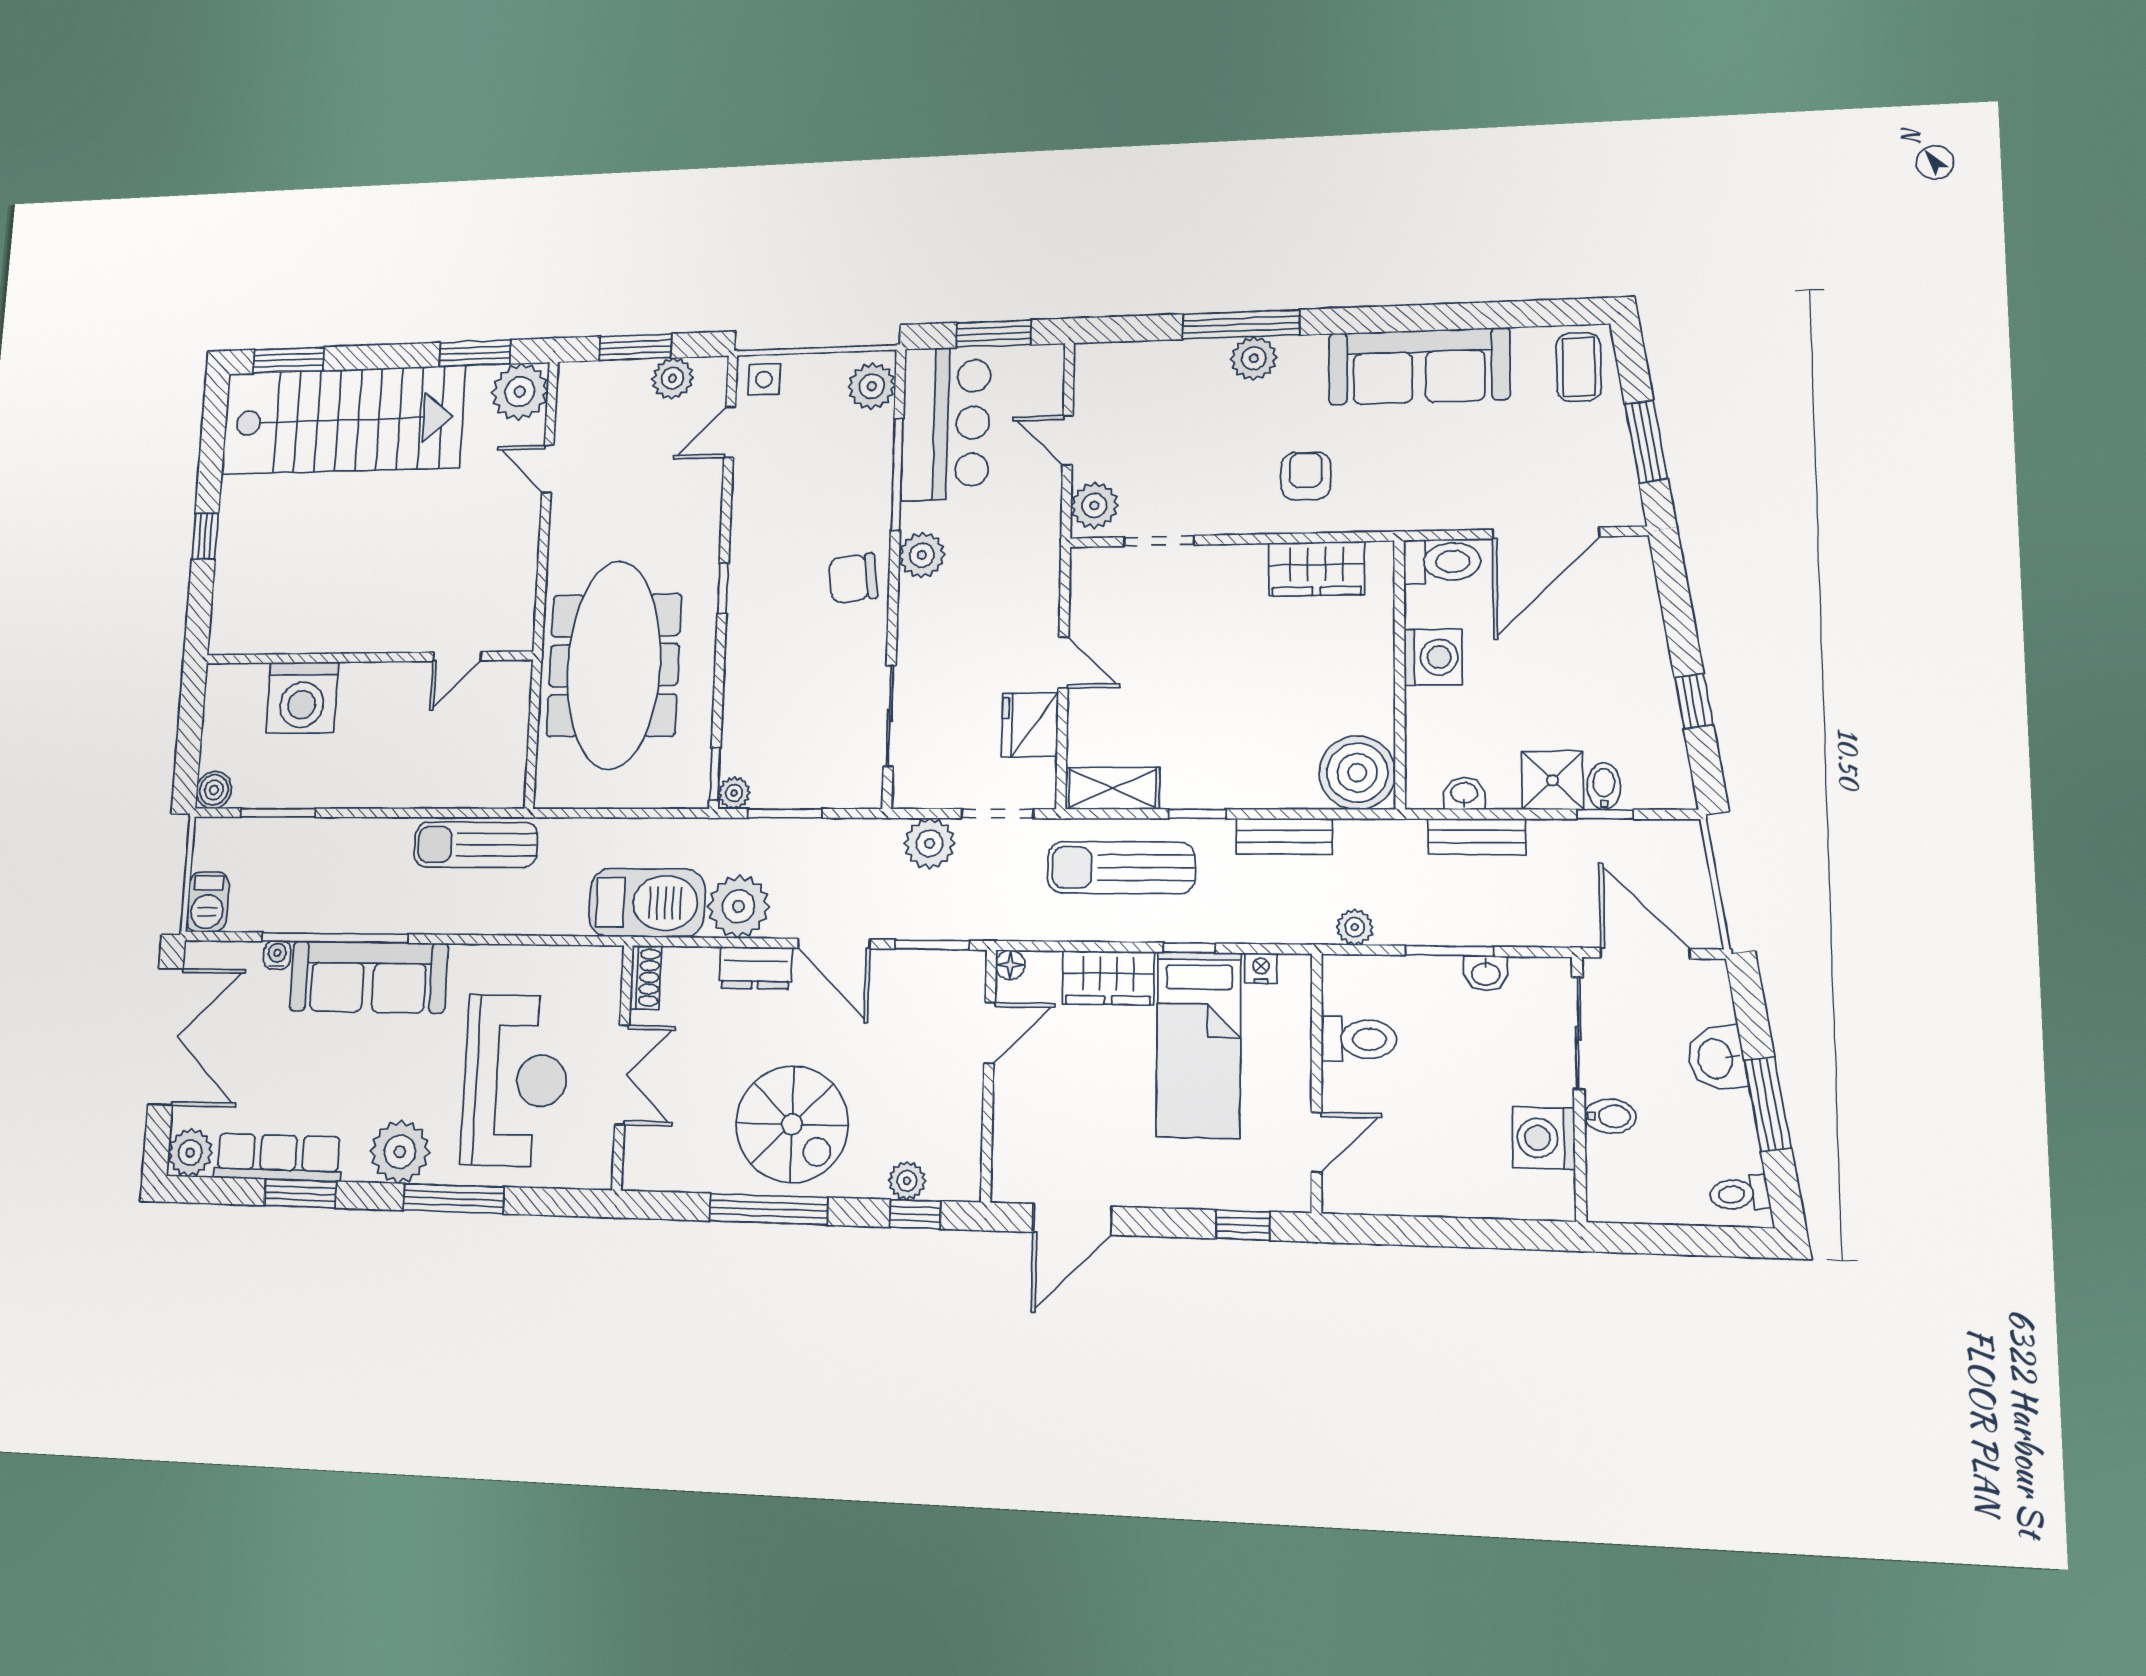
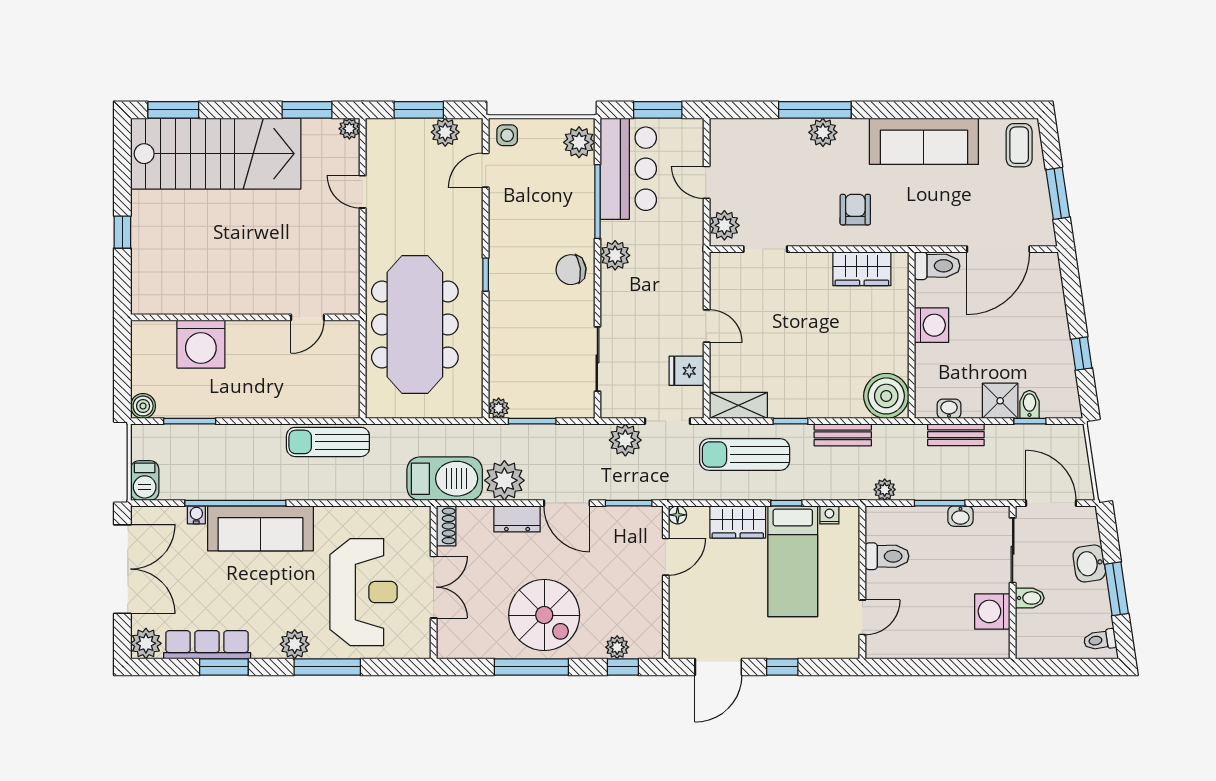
plant: (520, 392) -> (349, 129), width x0.53, depth x0.53
fridge: (1030, 725) -> (687, 371), width x0.72
window: (715, 774) -> (486, 396), removed
plant: (400, 1152) -> (295, 644), width x0.73, depth x0.73
window: (1243, 1225) -> (782, 667), moved

